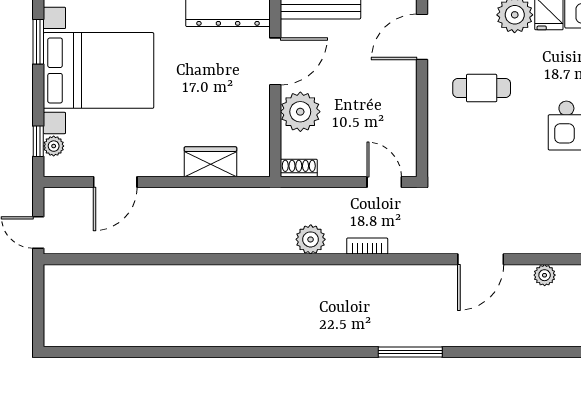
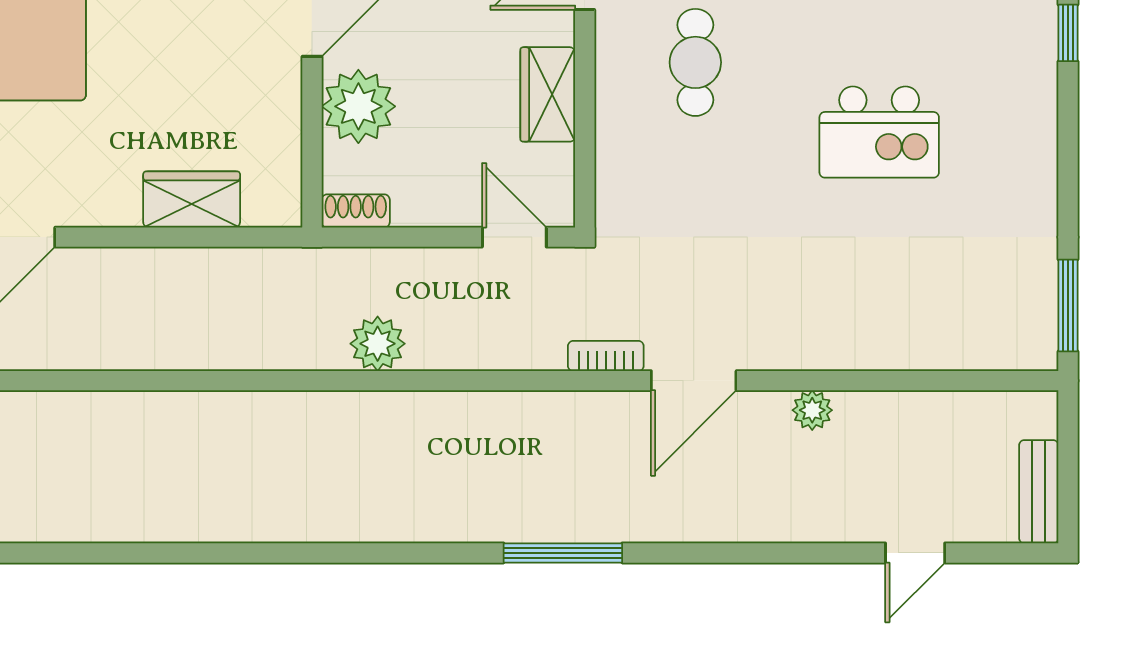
cafe table: (482, 88) -> (695, 62), turned 90
wardrobe: (402, 105) -> (548, 94), added
bookcase: (367, 246) -> (606, 356), moved

